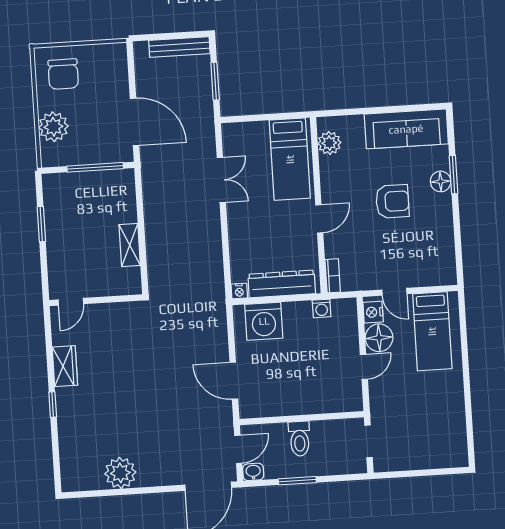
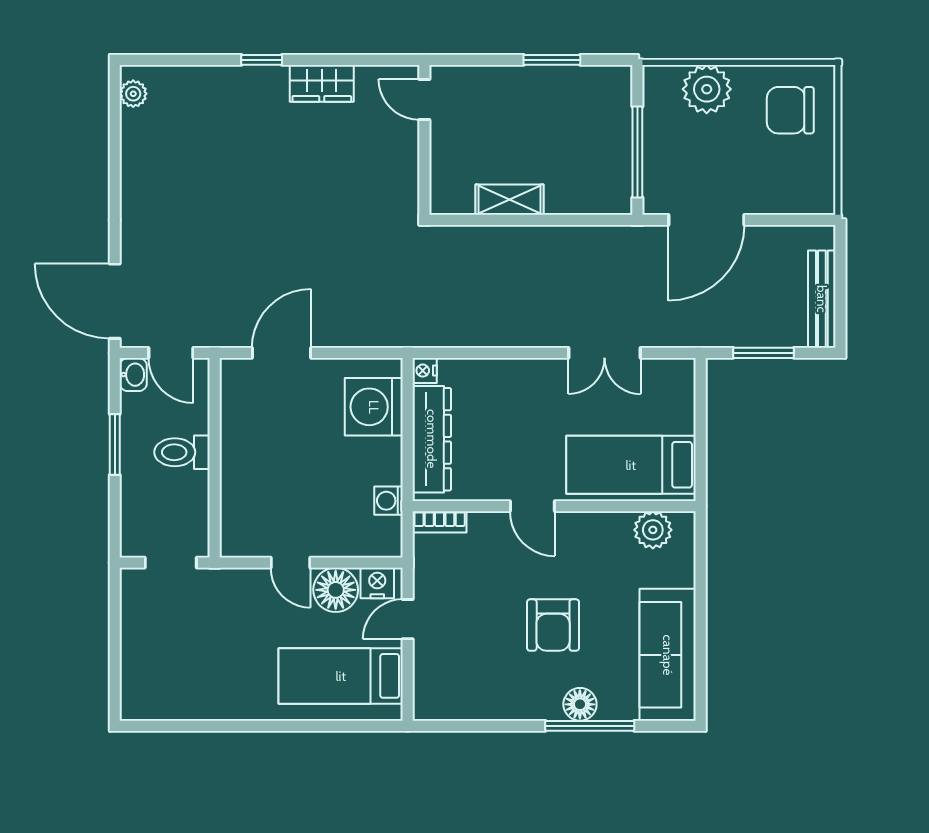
window: (454, 175) -> (590, 726), width x1.44
plant: (120, 473) -> (133, 94), moved, width x0.53, depth x0.53

